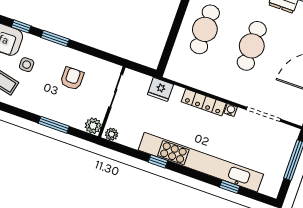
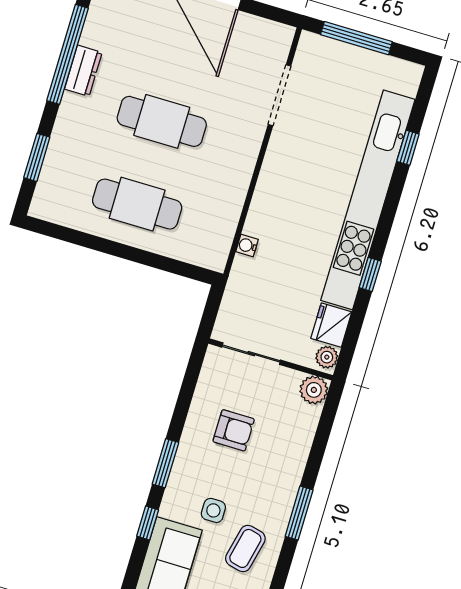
armchair: (72, 78) -> (234, 430), turned 180
fridge: (160, 89) -> (331, 325), moved, turned 180
locker: (204, 102) -> (264, 200), removed
water cooler: (231, 110) -> (247, 246), moved
window: (54, 125) -> (299, 513), moved

